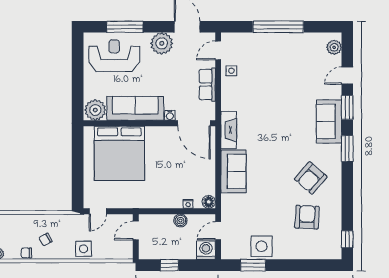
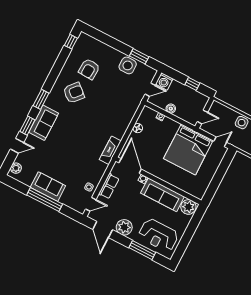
bed: (119, 153) -> (188, 149), moved, turned 180
sofa: (233, 171) -> (48, 187), moved, turned 90
floor lamp: (209, 202) -> (138, 128), moved

